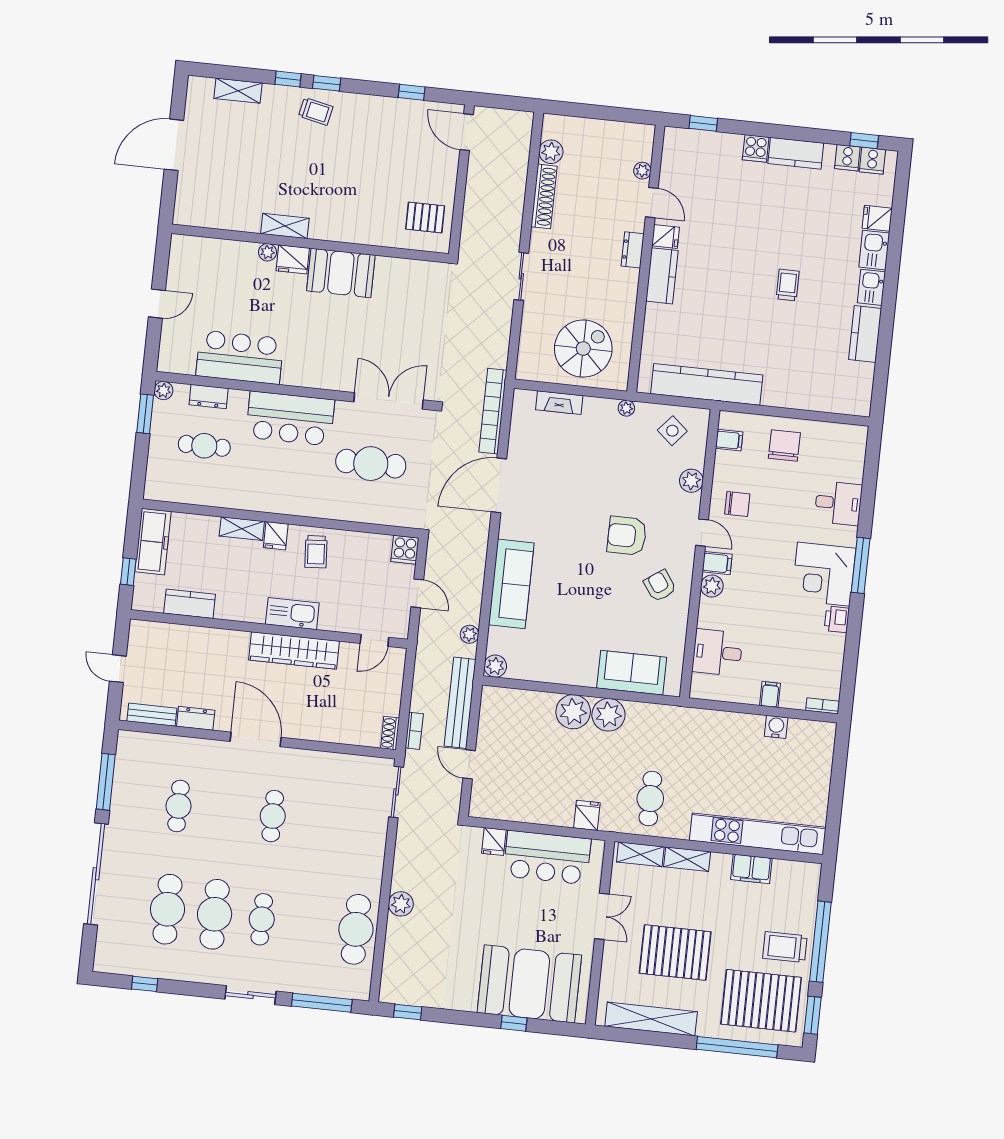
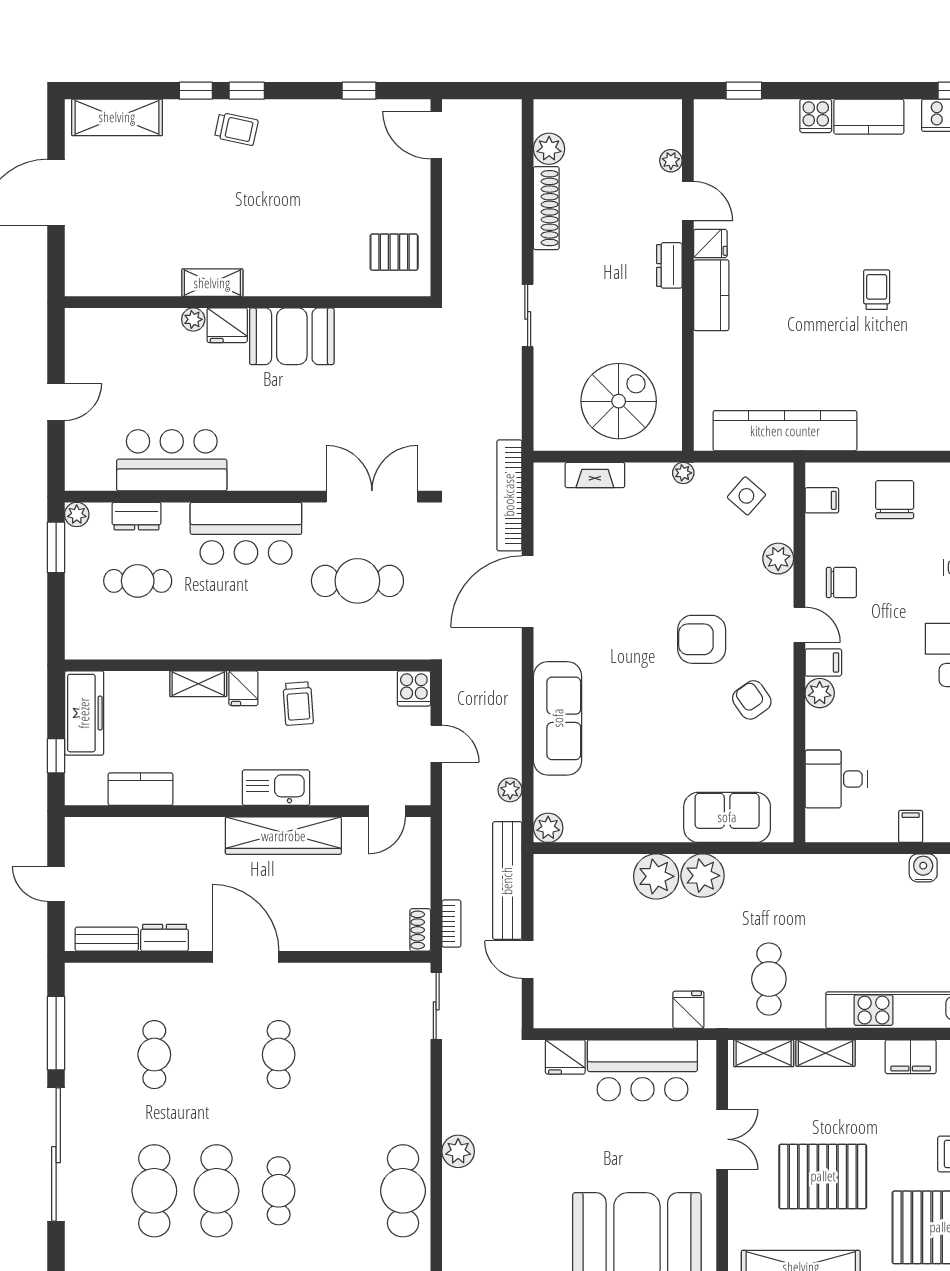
shelving: (238, 91) -> (117, 117), width x1.50, depth x1.33
fridge: (494, 842) -> (565, 1057), width x1.38

